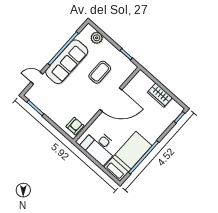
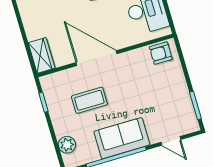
sofa: (67, 62) -> (122, 138), width x0.73
wardrobe: (160, 95) -> (42, 55), moved

